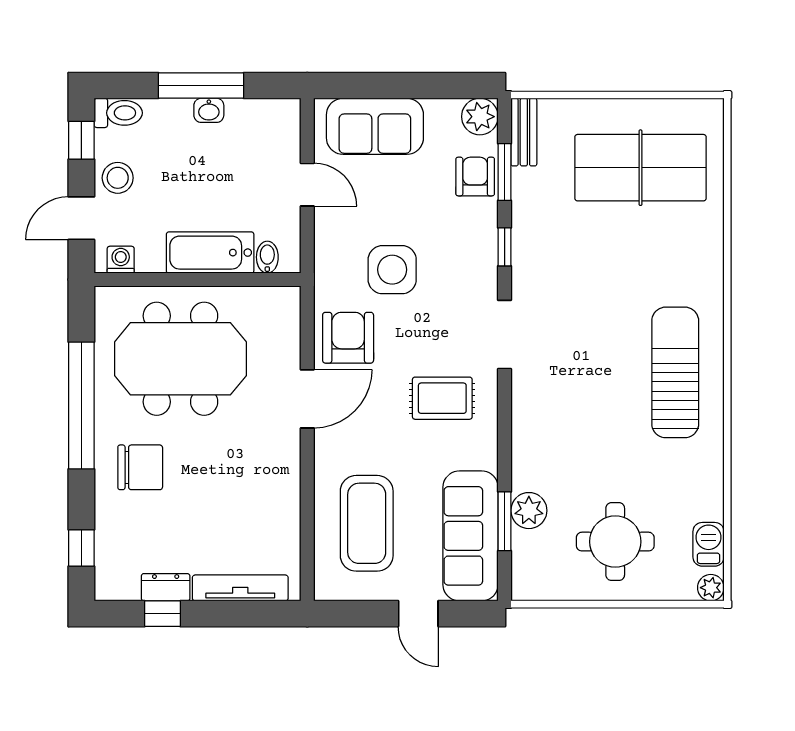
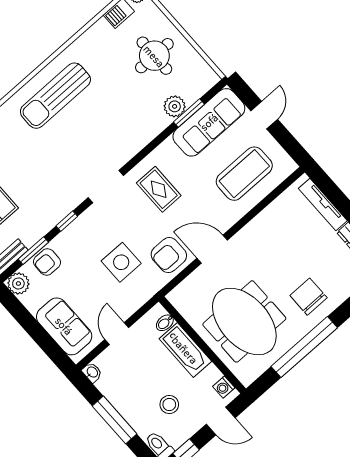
washbasin: (209, 110) -> (92, 372), moved
stool: (118, 178) -> (169, 405), moved

